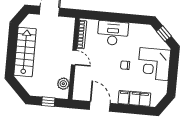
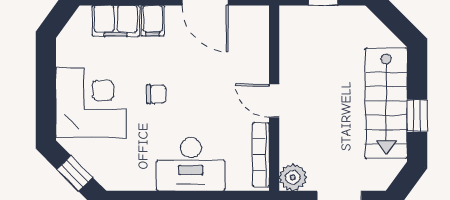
window: (12, 45) -> (417, 116), added
plant: (63, 84) -> (293, 177), moved

